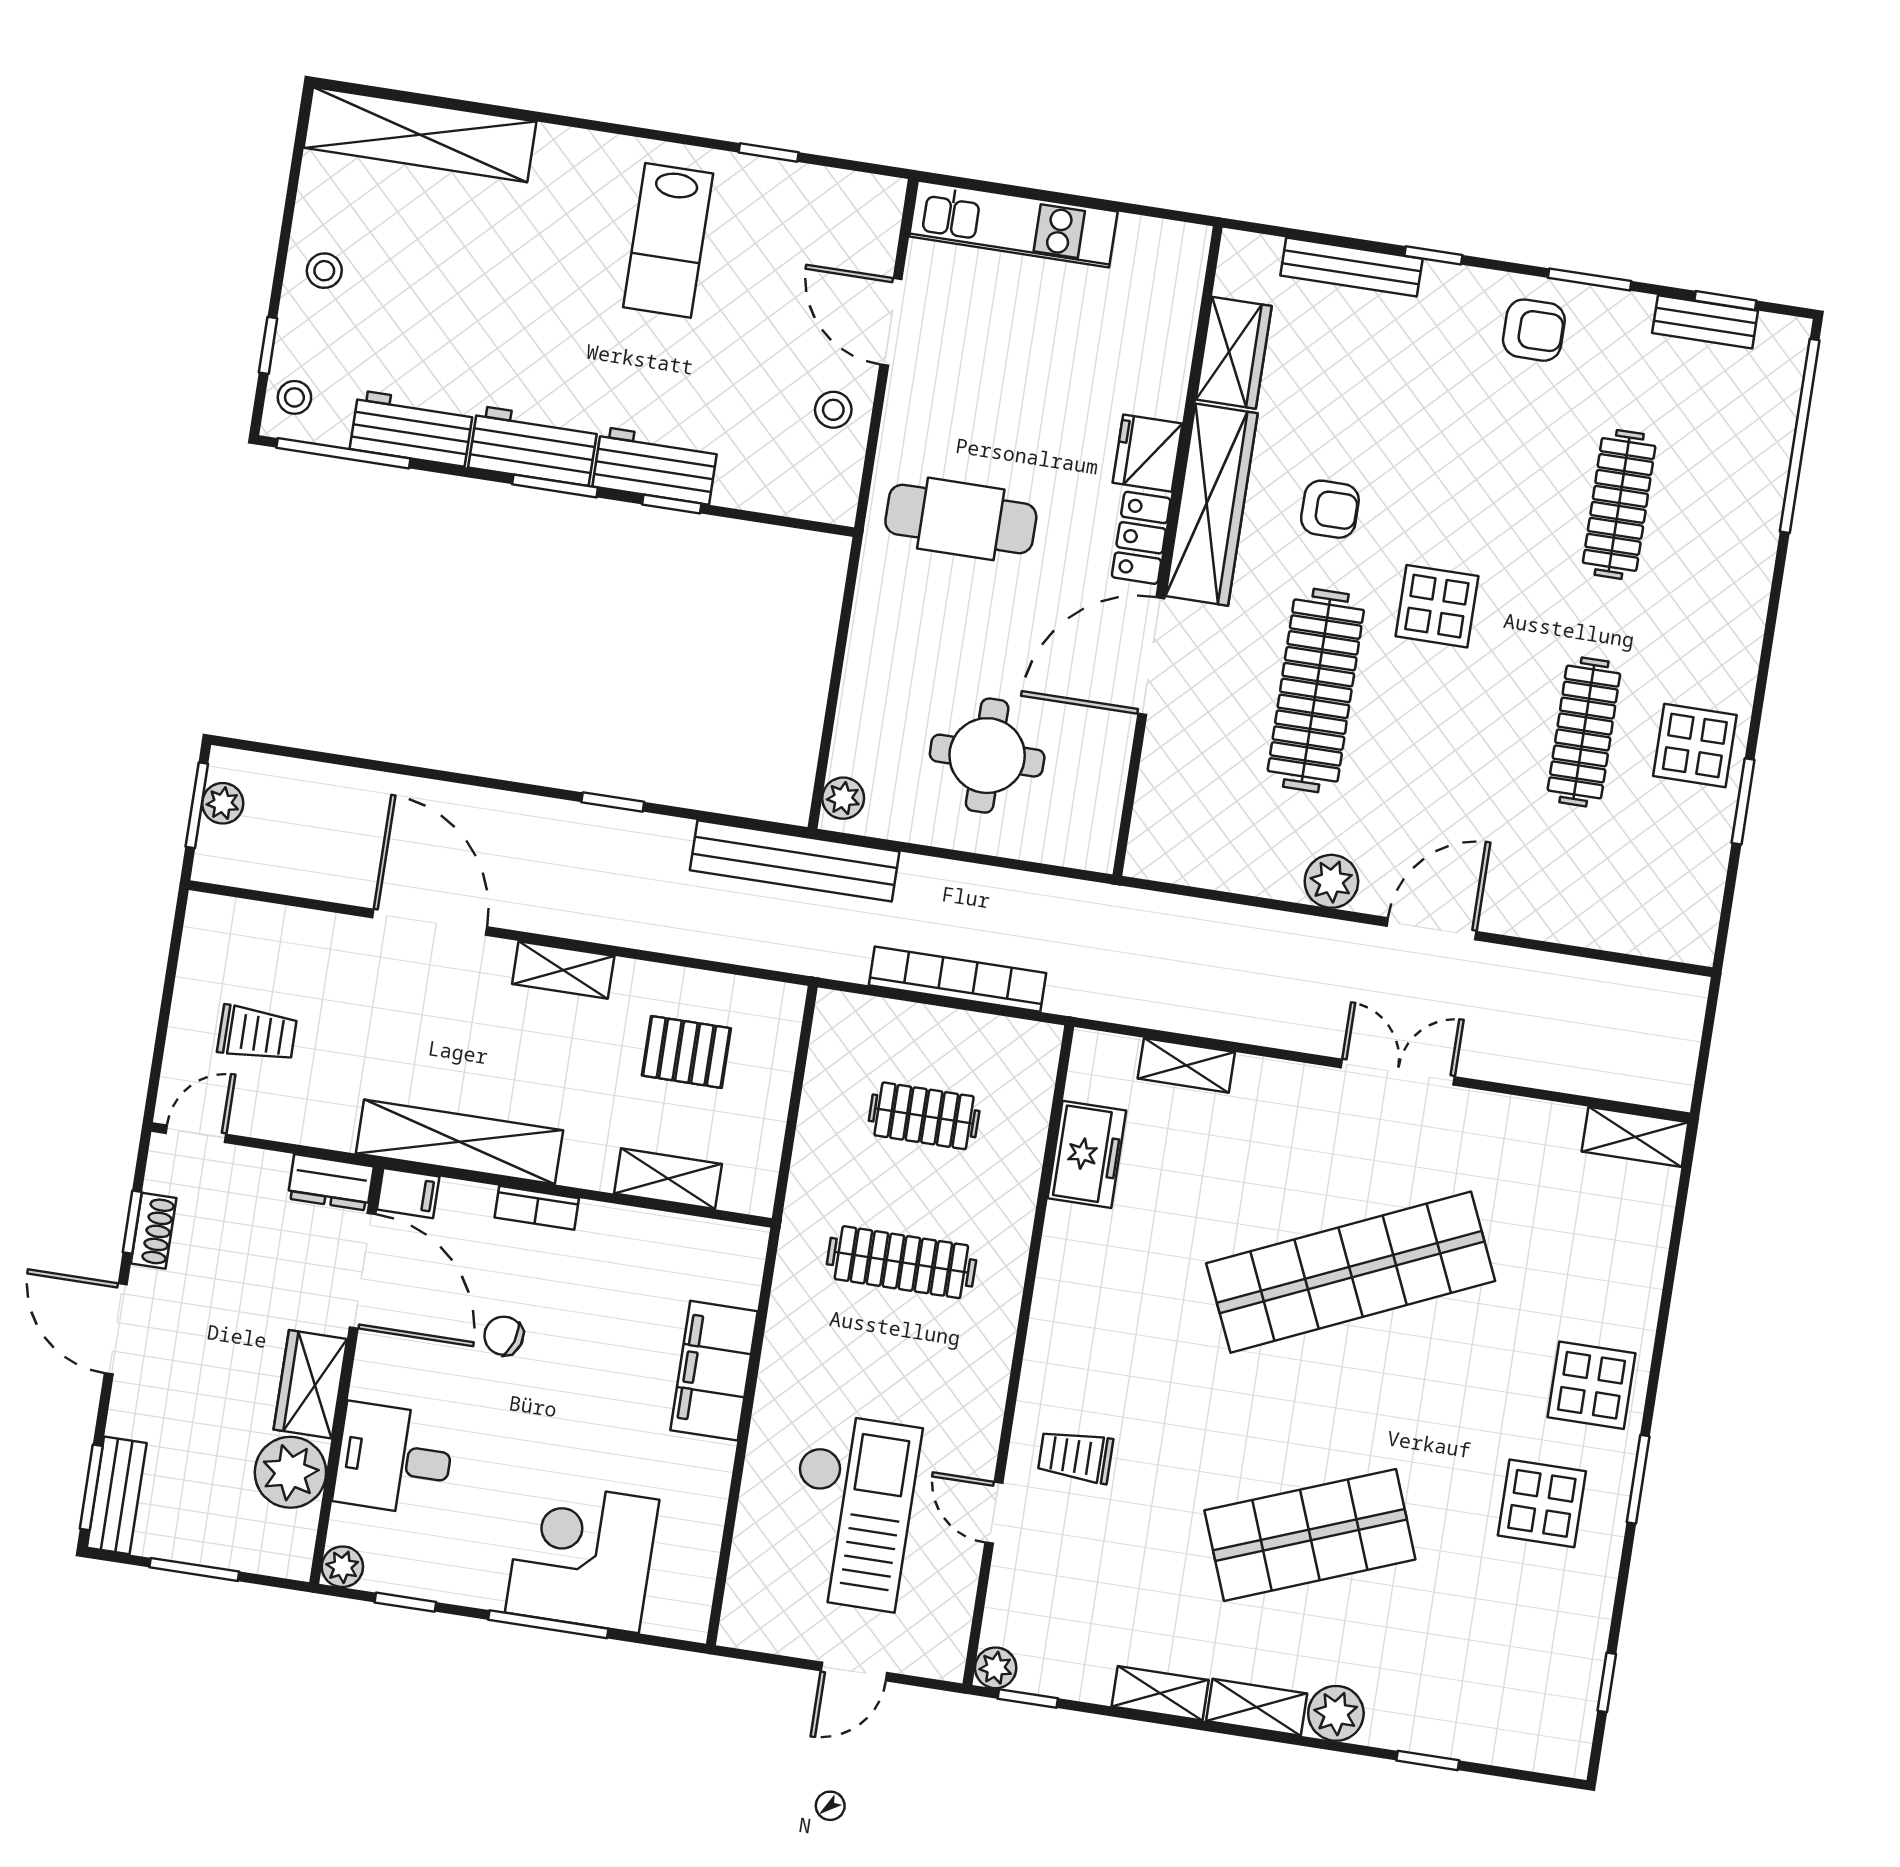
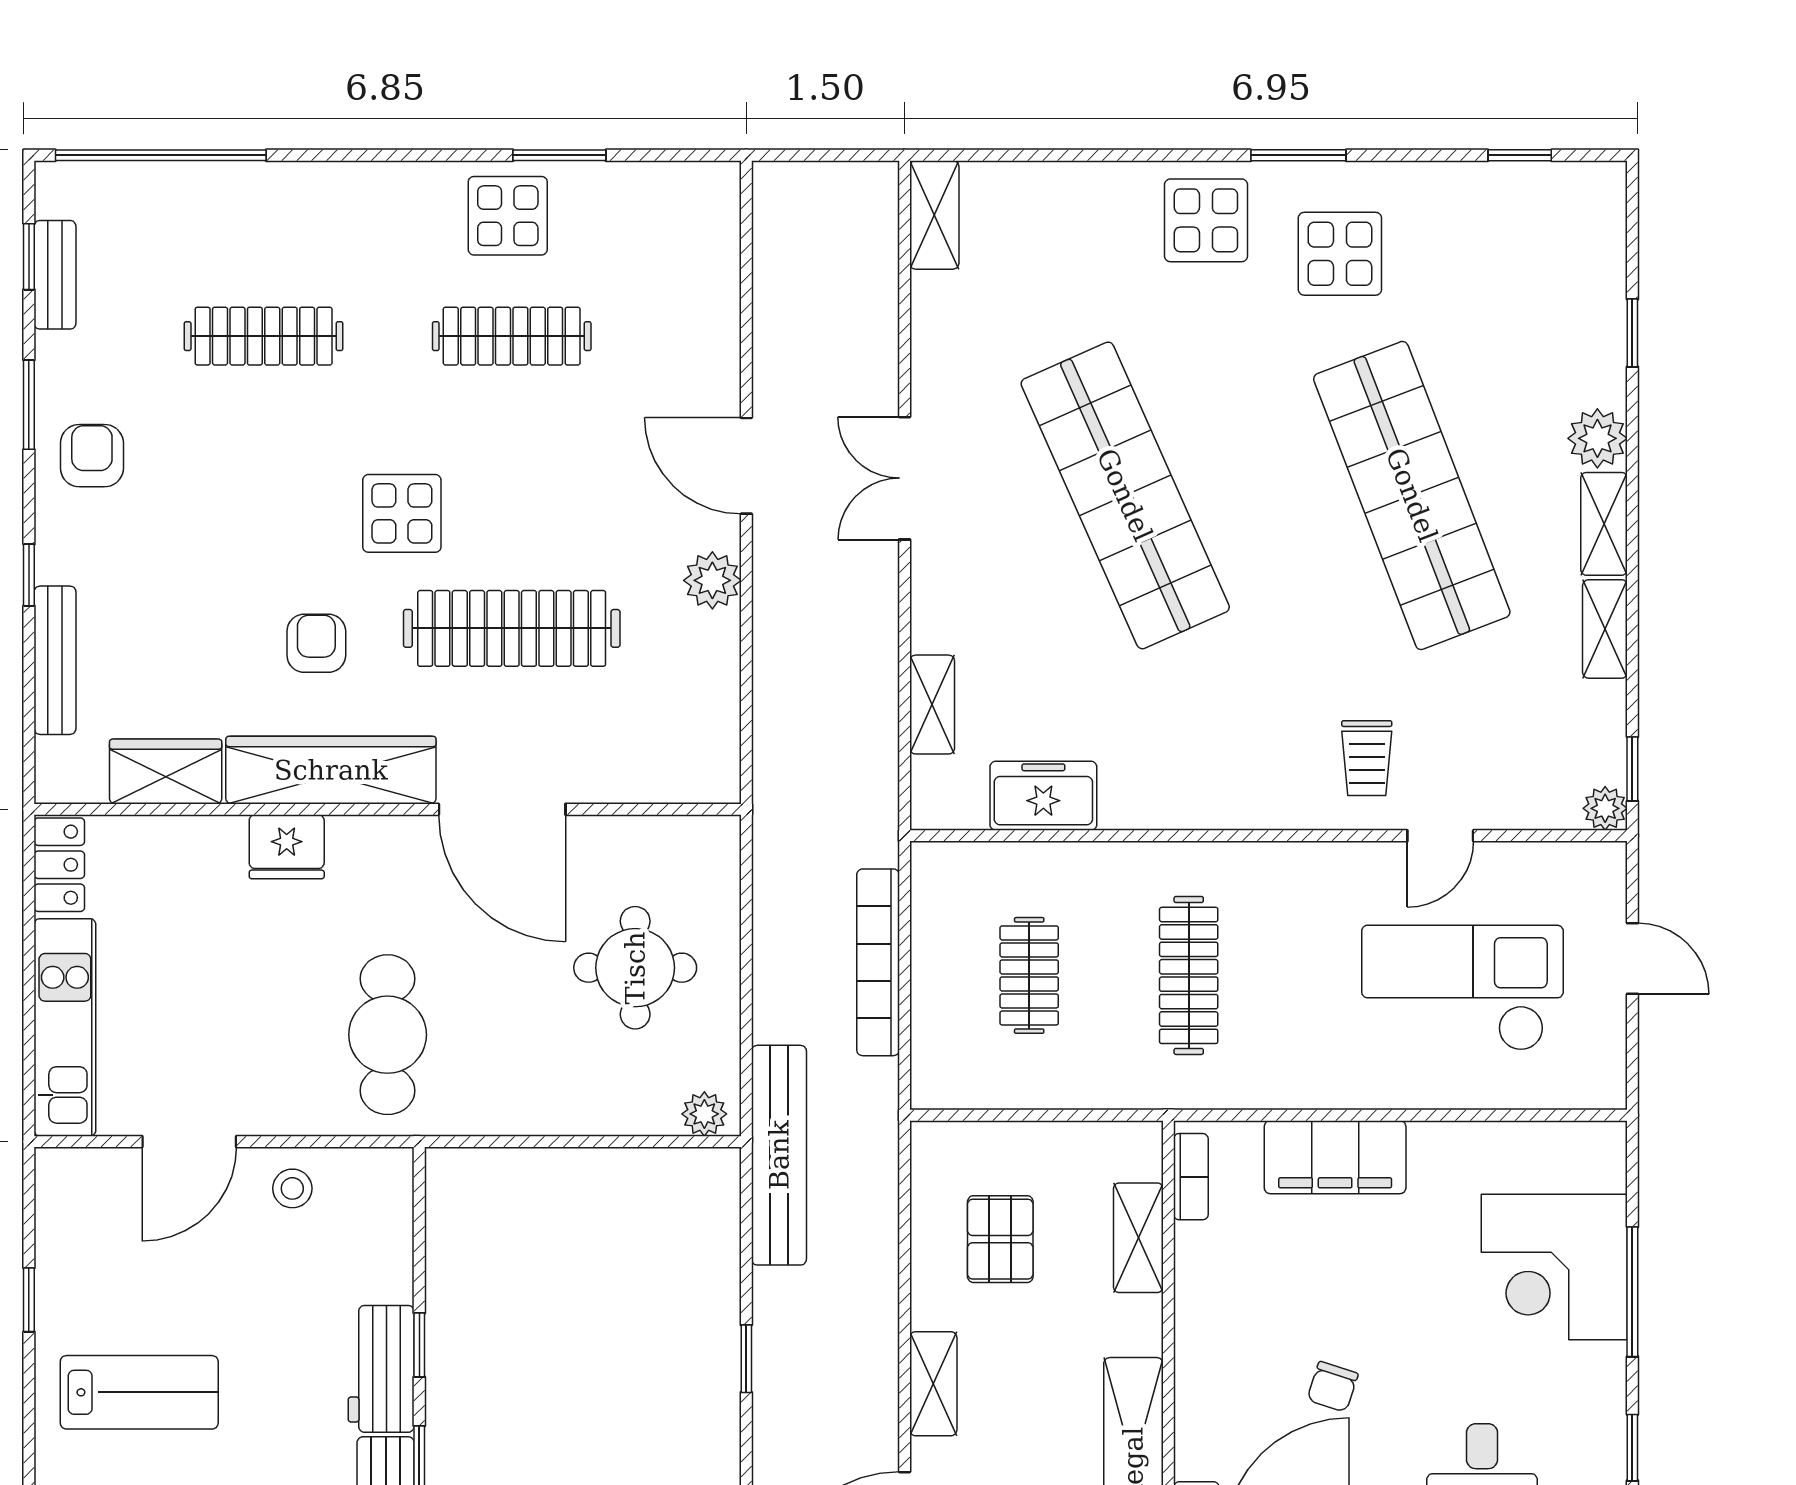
locker: (1141, 538) -> (59, 865), moved, turned -90
bookcase: (537, 1208) -> (1191, 1177), moved
shop shelf: (1310, 1535) -> (1412, 495), width x1.40

